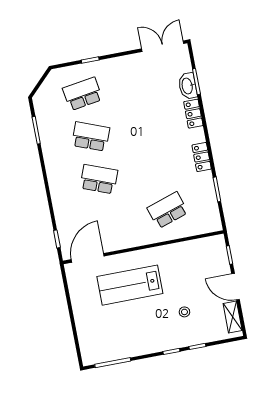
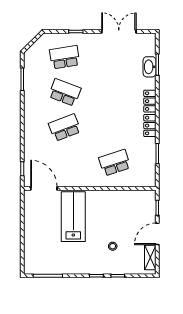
double door: (163, 46) -> (119, 31), moved
locker: (193, 114) -> (150, 101), moved
school desk: (99, 179) -> (65, 128), turned -42
door: (88, 258) -> (44, 188), hinge flipped
lab bench: (130, 285) -> (73, 217), turned 90
door: (236, 287) -> (157, 234), hinge flipped

